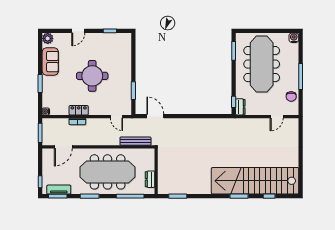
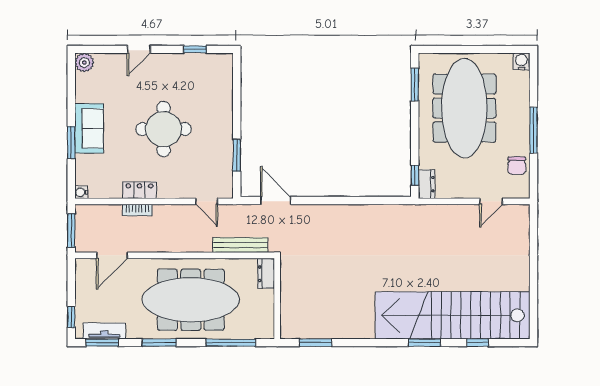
sofa: (50, 62) -> (89, 128), moved
dresser: (150, 179) -> (266, 274), moved

